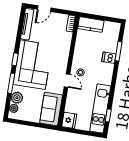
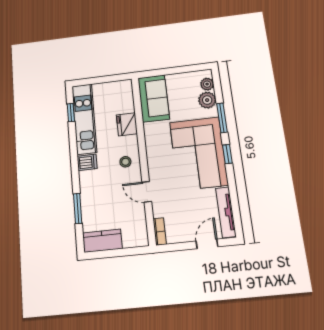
kitchen counter: (91, 25) -> (102, 241), moved
dishwasher: (109, 58) -> (87, 162), moved
door: (67, 81) -> (147, 192), moved
fridge: (69, 120) -> (127, 124), moved

